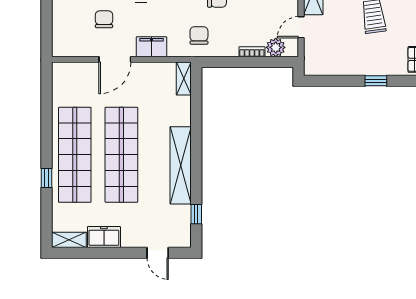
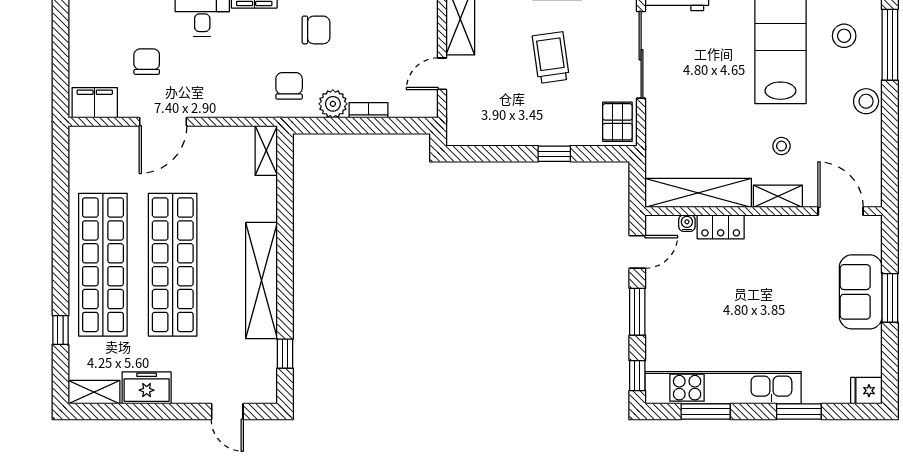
filing cabinet: (152, 47) -> (95, 103), moved
plant: (276, 47) -> (333, 104), moved
window: (46, 178) -> (60, 330), moved

